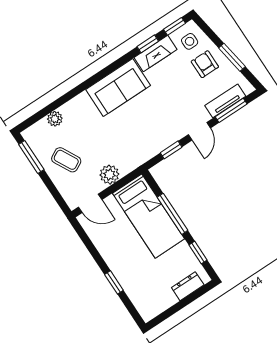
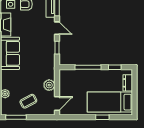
bed: (149, 216) -> (110, 102), moved, turned 180

